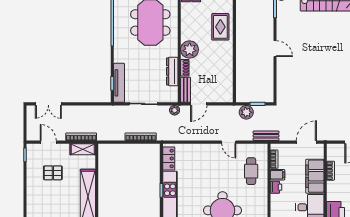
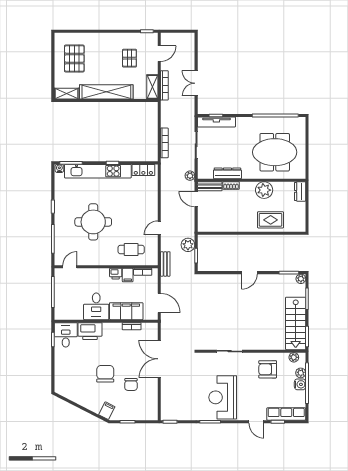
plant: (190, 50) -> (264, 190), moved
double door: (48, 104) -> (196, 83), moved

